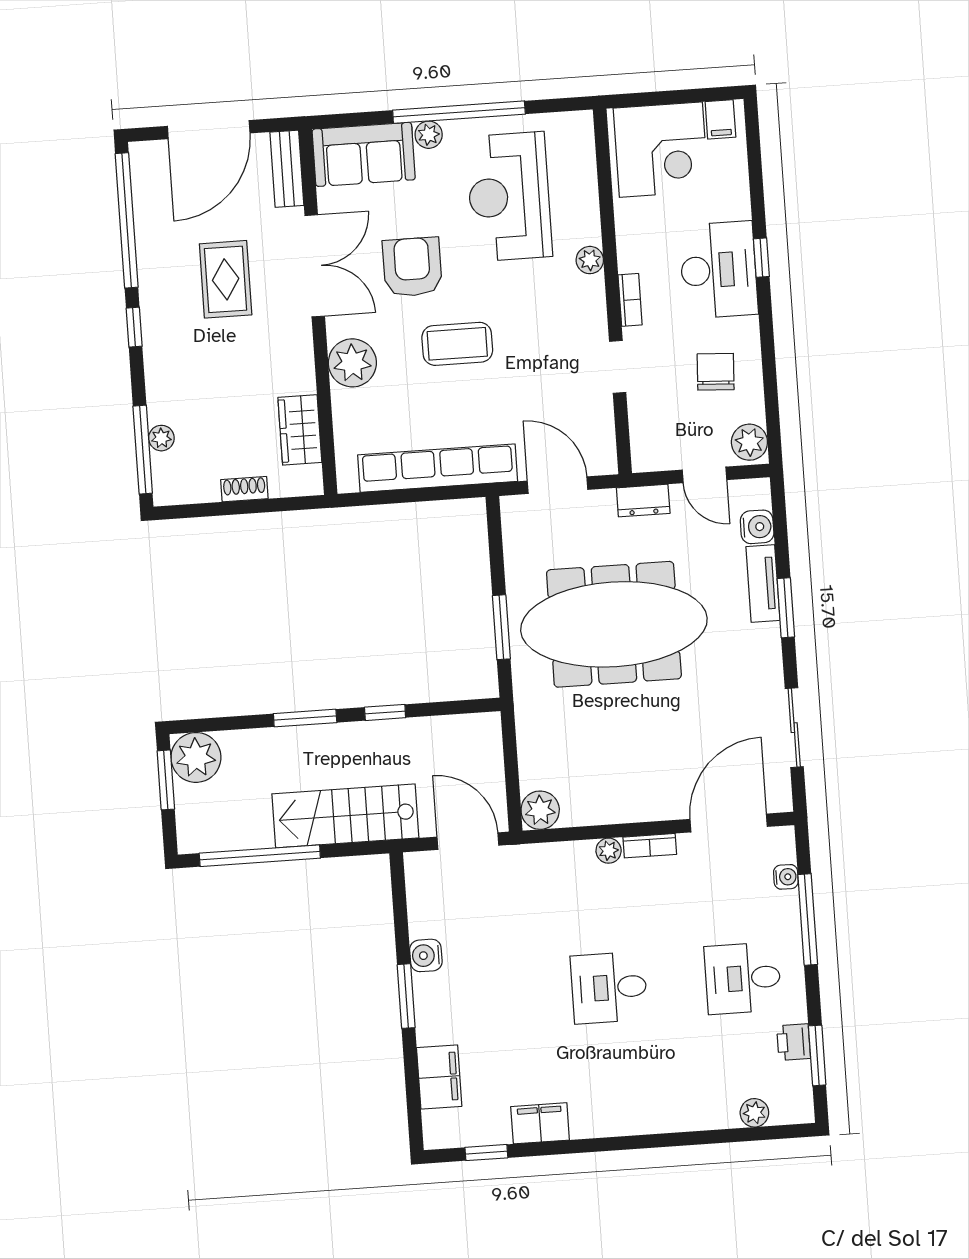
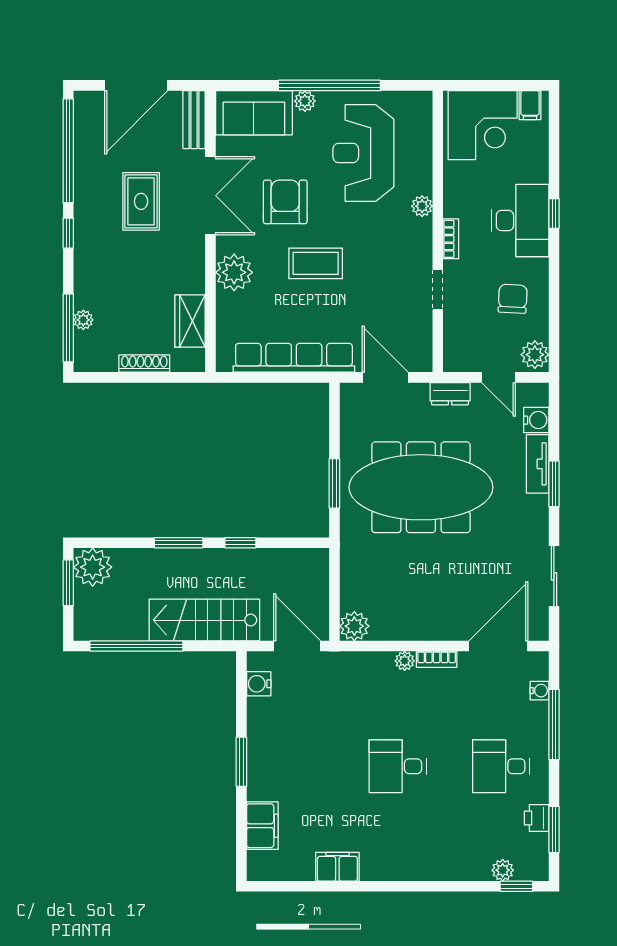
shoe rack: (244, 489) -> (144, 364), width x1.43
water cooler: (426, 955) -> (259, 684), moved
window: (486, 1153) -> (516, 886), moved

